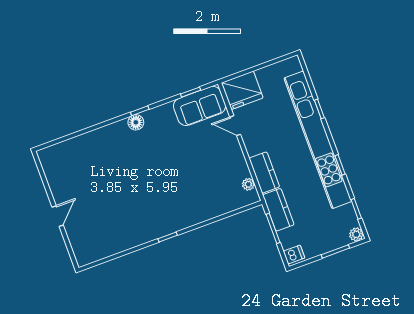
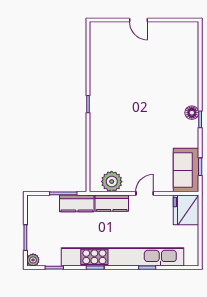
door: (235, 126) -> (145, 193), moved
plant: (248, 184) -> (112, 182), width x1.88, depth x1.88
dishwasher: (294, 255) -> (35, 203), removed

